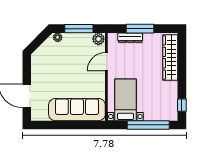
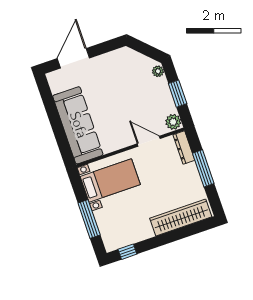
window: (79, 29) -> (178, 94), width x0.69
dresser: (130, 38) -> (184, 148), moved
window: (148, 125) -> (89, 219), width x0.68

